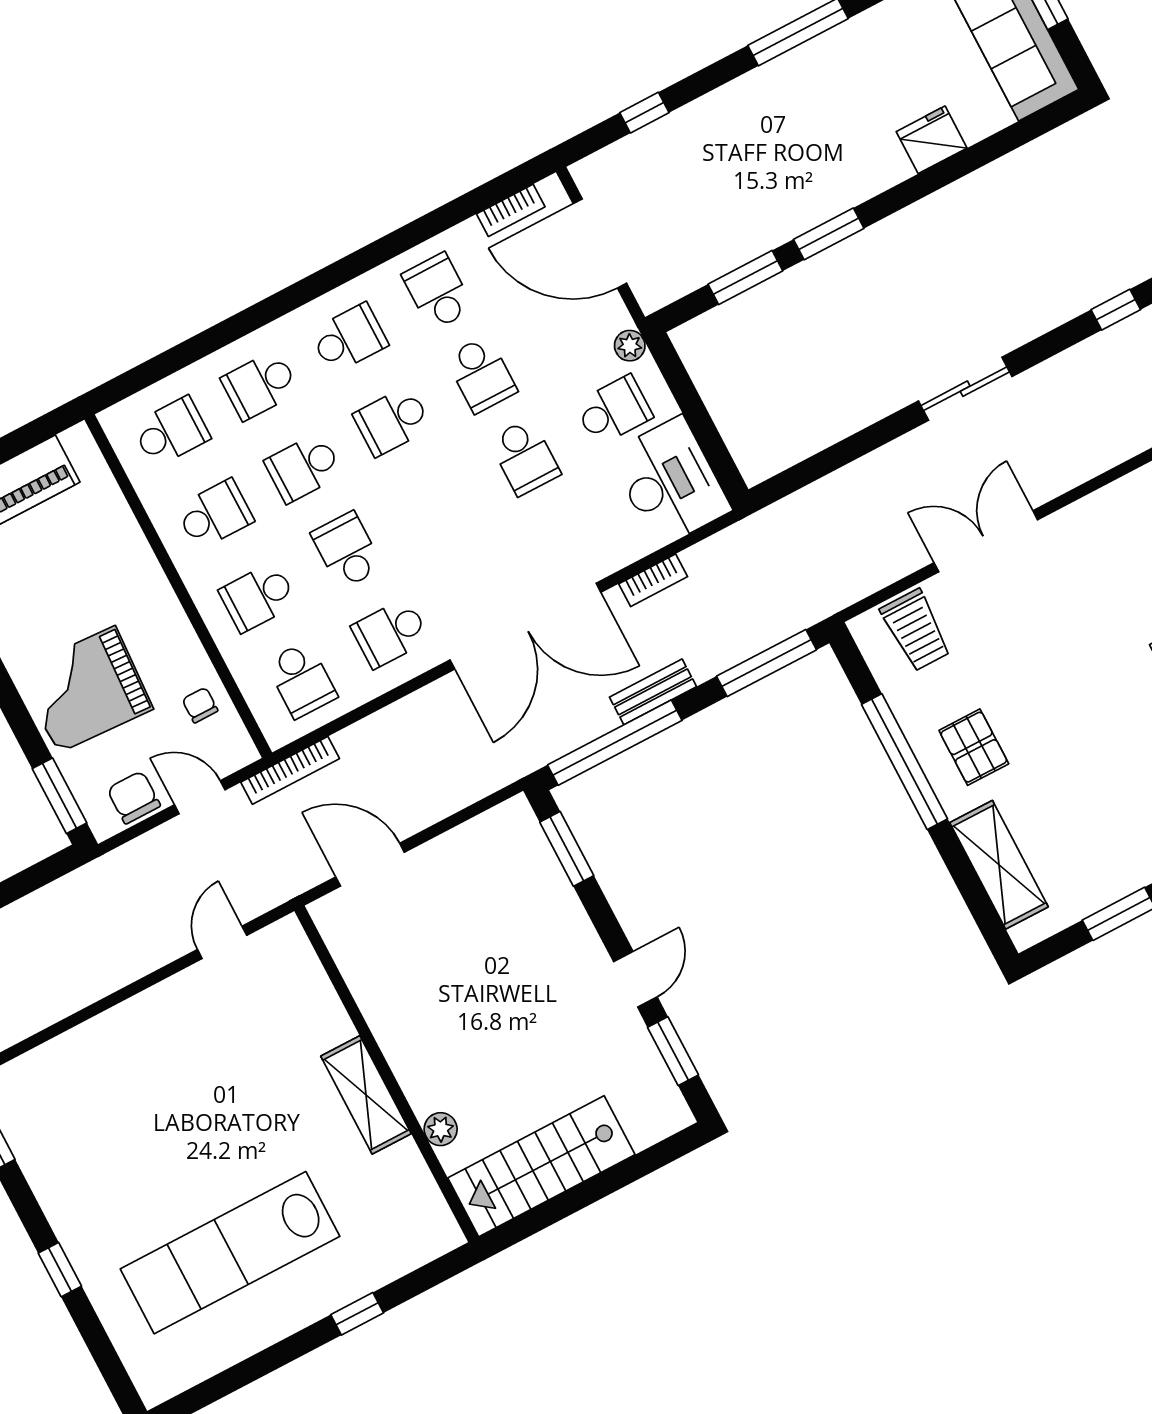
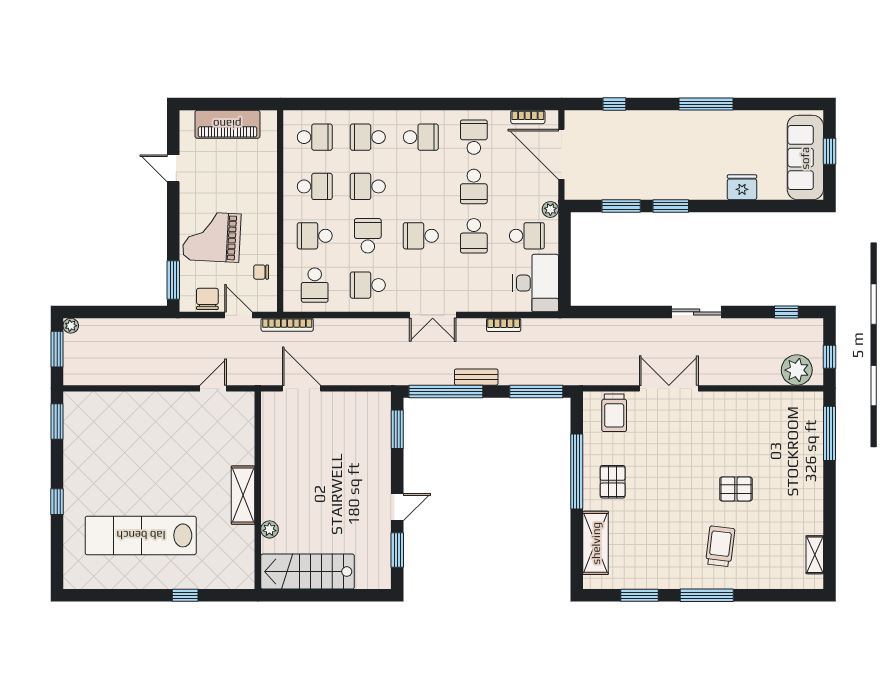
school desk: (392, 421) -> (421, 236), moved
double door: (525, 626) -> (433, 315), width x0.54
chair: (200, 705) -> (261, 272), turned -90

